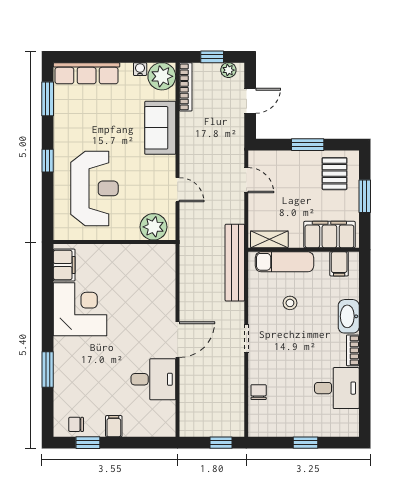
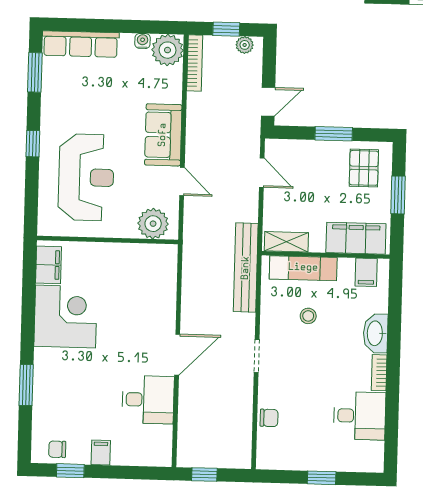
door: (250, 101) -> (268, 102), moved
sofa: (160, 128) -> (163, 135), moved
chair: (259, 392) -> (269, 418), turned 90
window: (221, 443) -> (204, 474), moved

